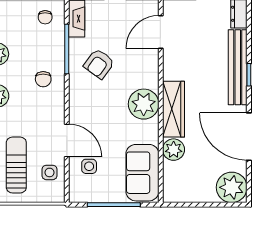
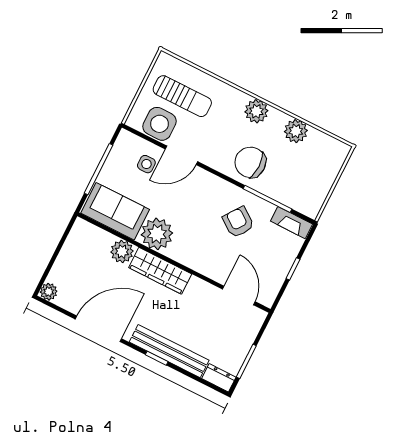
chair: (45, 17) -> (308, 194), removed
chair: (43, 79) -> (250, 162), width x1.87, depth x1.87
plant: (144, 104) -> (157, 234), moved
side table: (50, 172) -> (159, 124), width x1.87, depth x1.87
plant: (232, 187) -> (49, 292), width x0.53, depth x0.53

